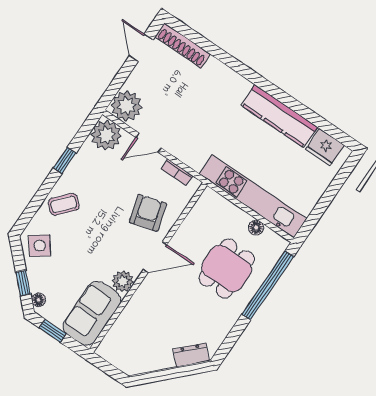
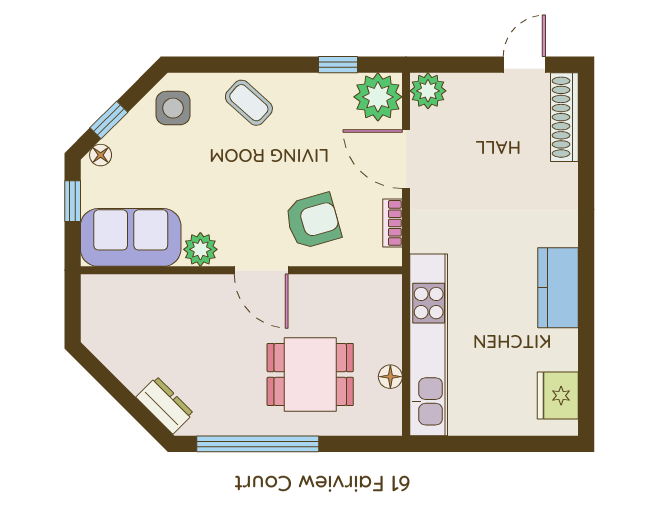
plant: (127, 106) -> (428, 91), width x0.73, depth x0.73
kitchen counter: (279, 116) -> (558, 288), width x0.67
door: (149, 143) -> (406, 159), width x1.38
window: (65, 160) -> (338, 65), moved
side table: (40, 246) -> (173, 108), turned 36
window: (268, 285) -> (258, 444), moved

